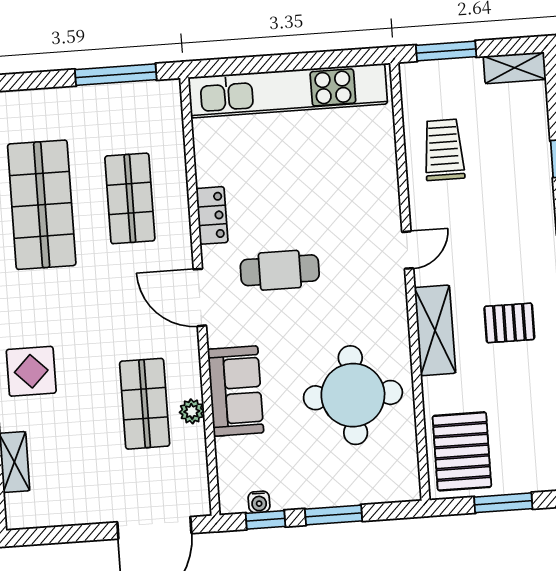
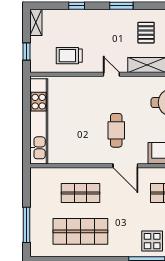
window: (446, 51) -> (26, 52), width x0.67
window: (116, 75) -> (26, 225), moved
locker: (212, 215) -> (90, 158), removed
door: (200, 297) -> (125, 166), hinge flipped

